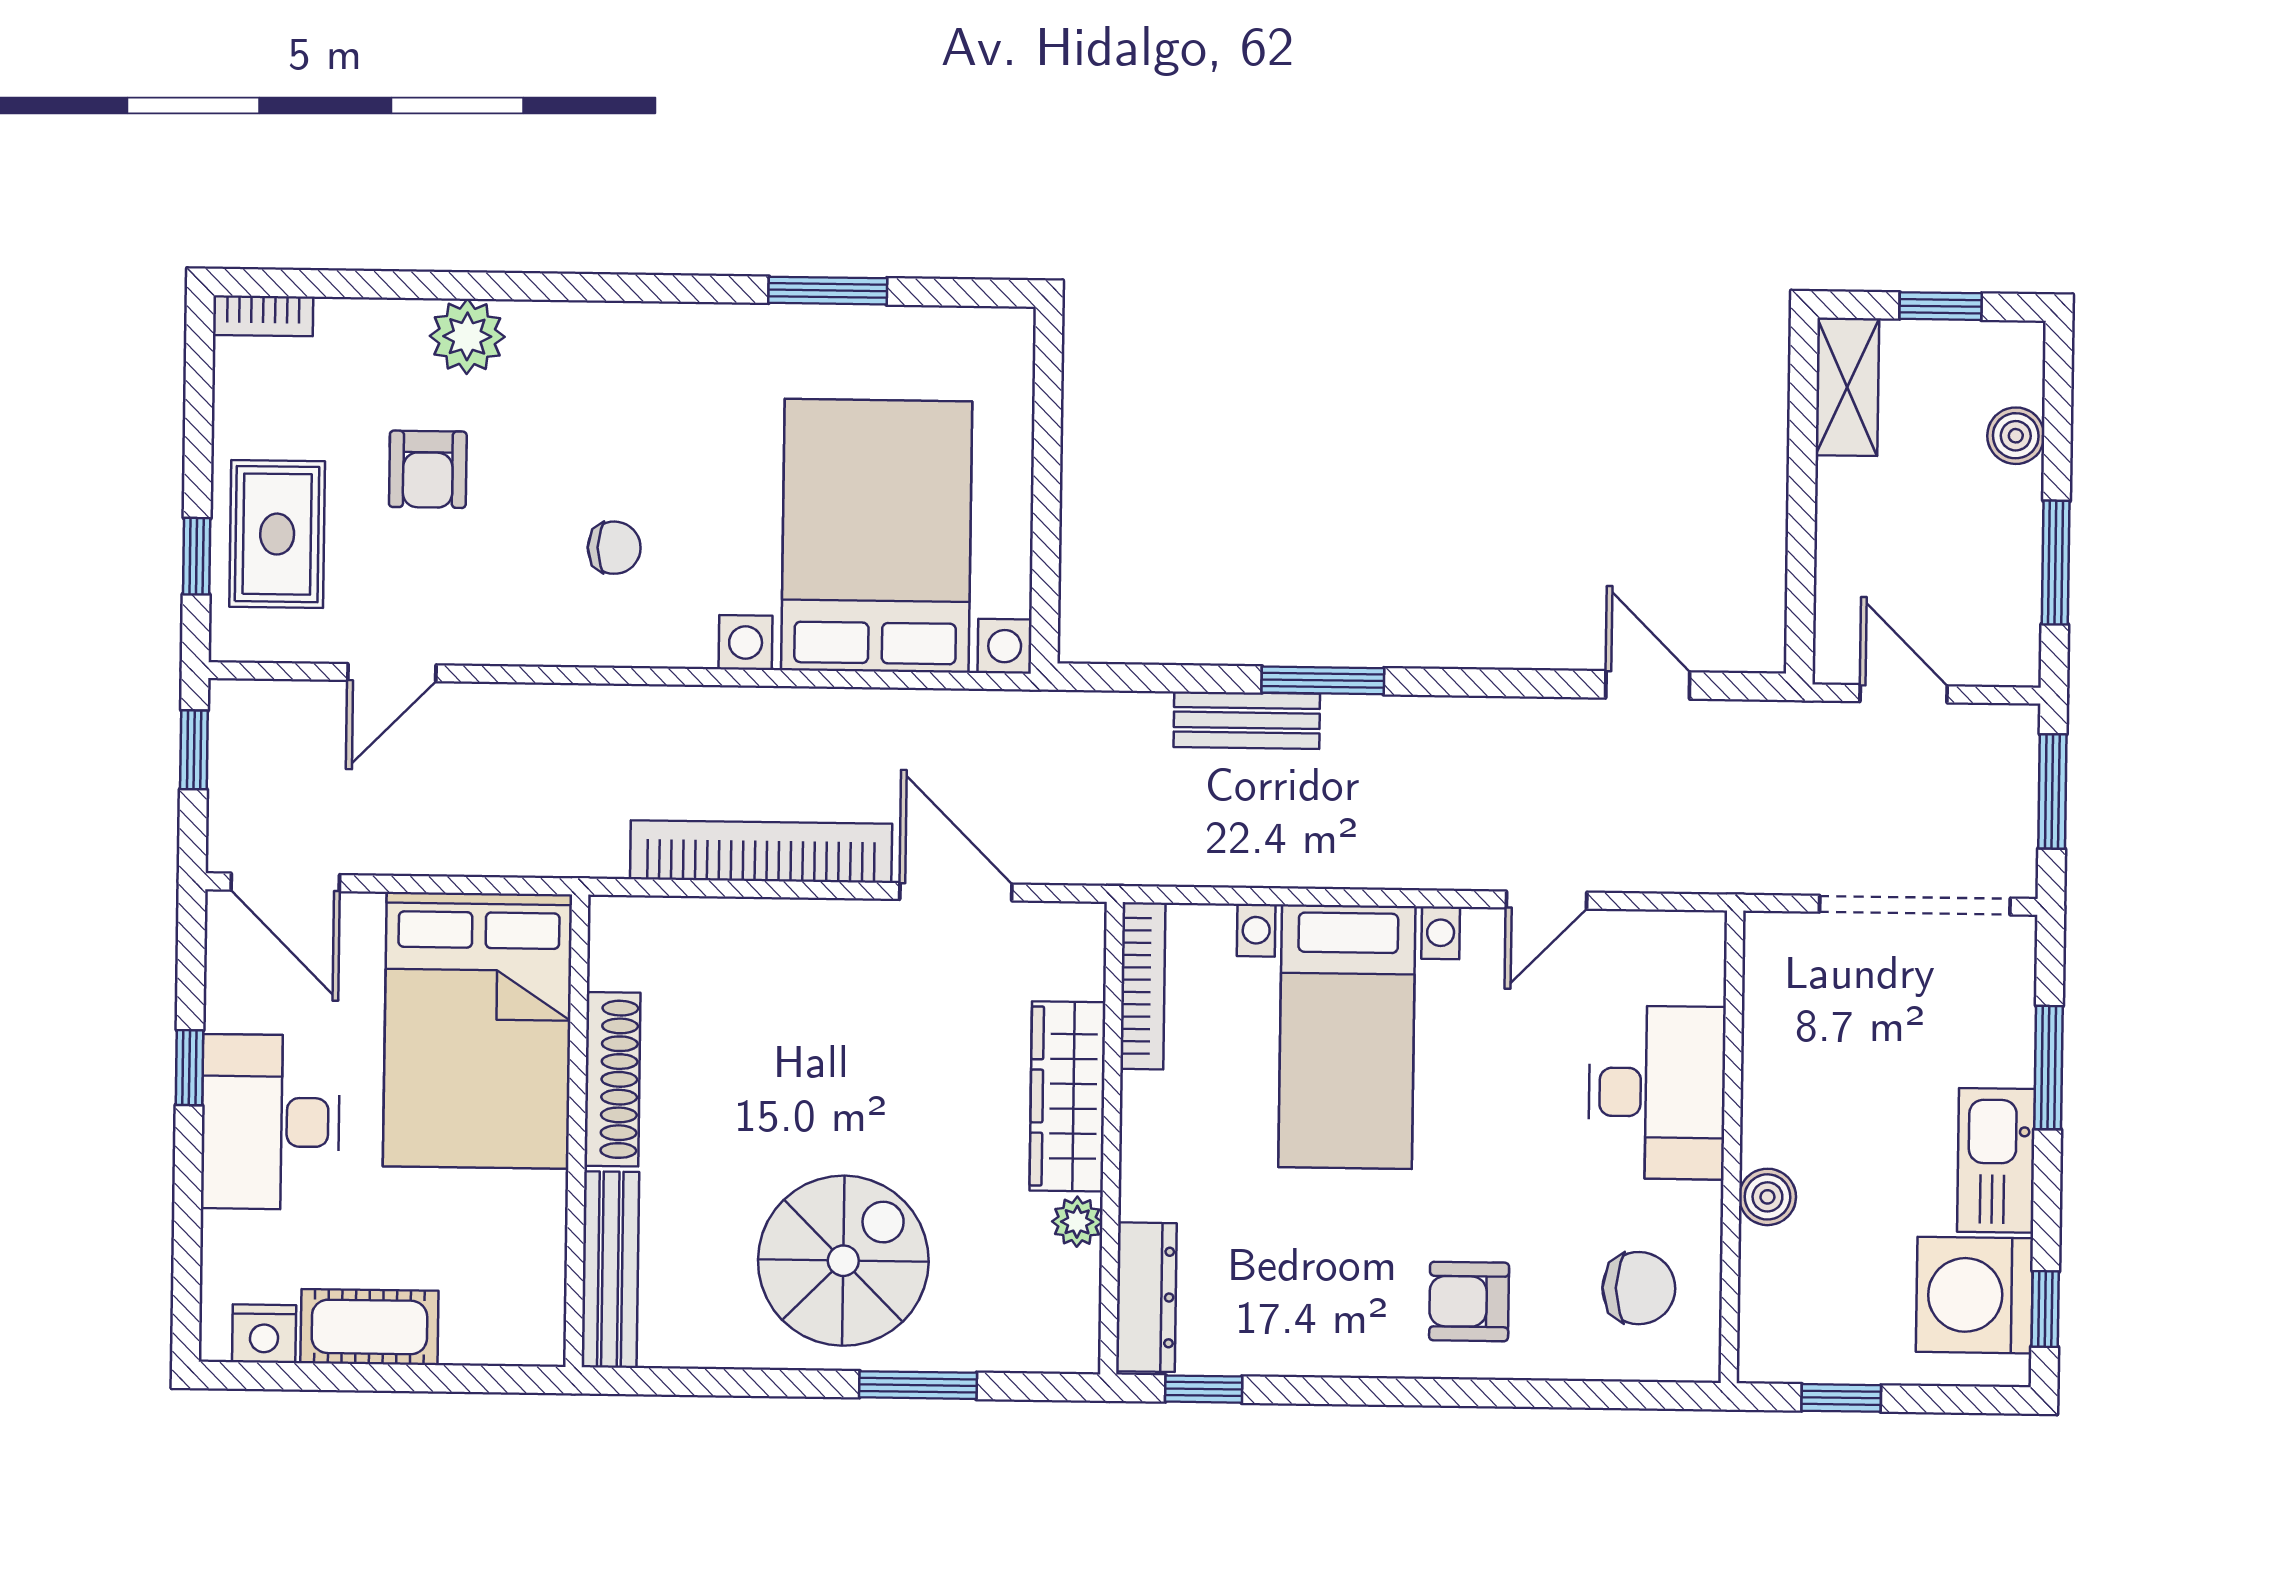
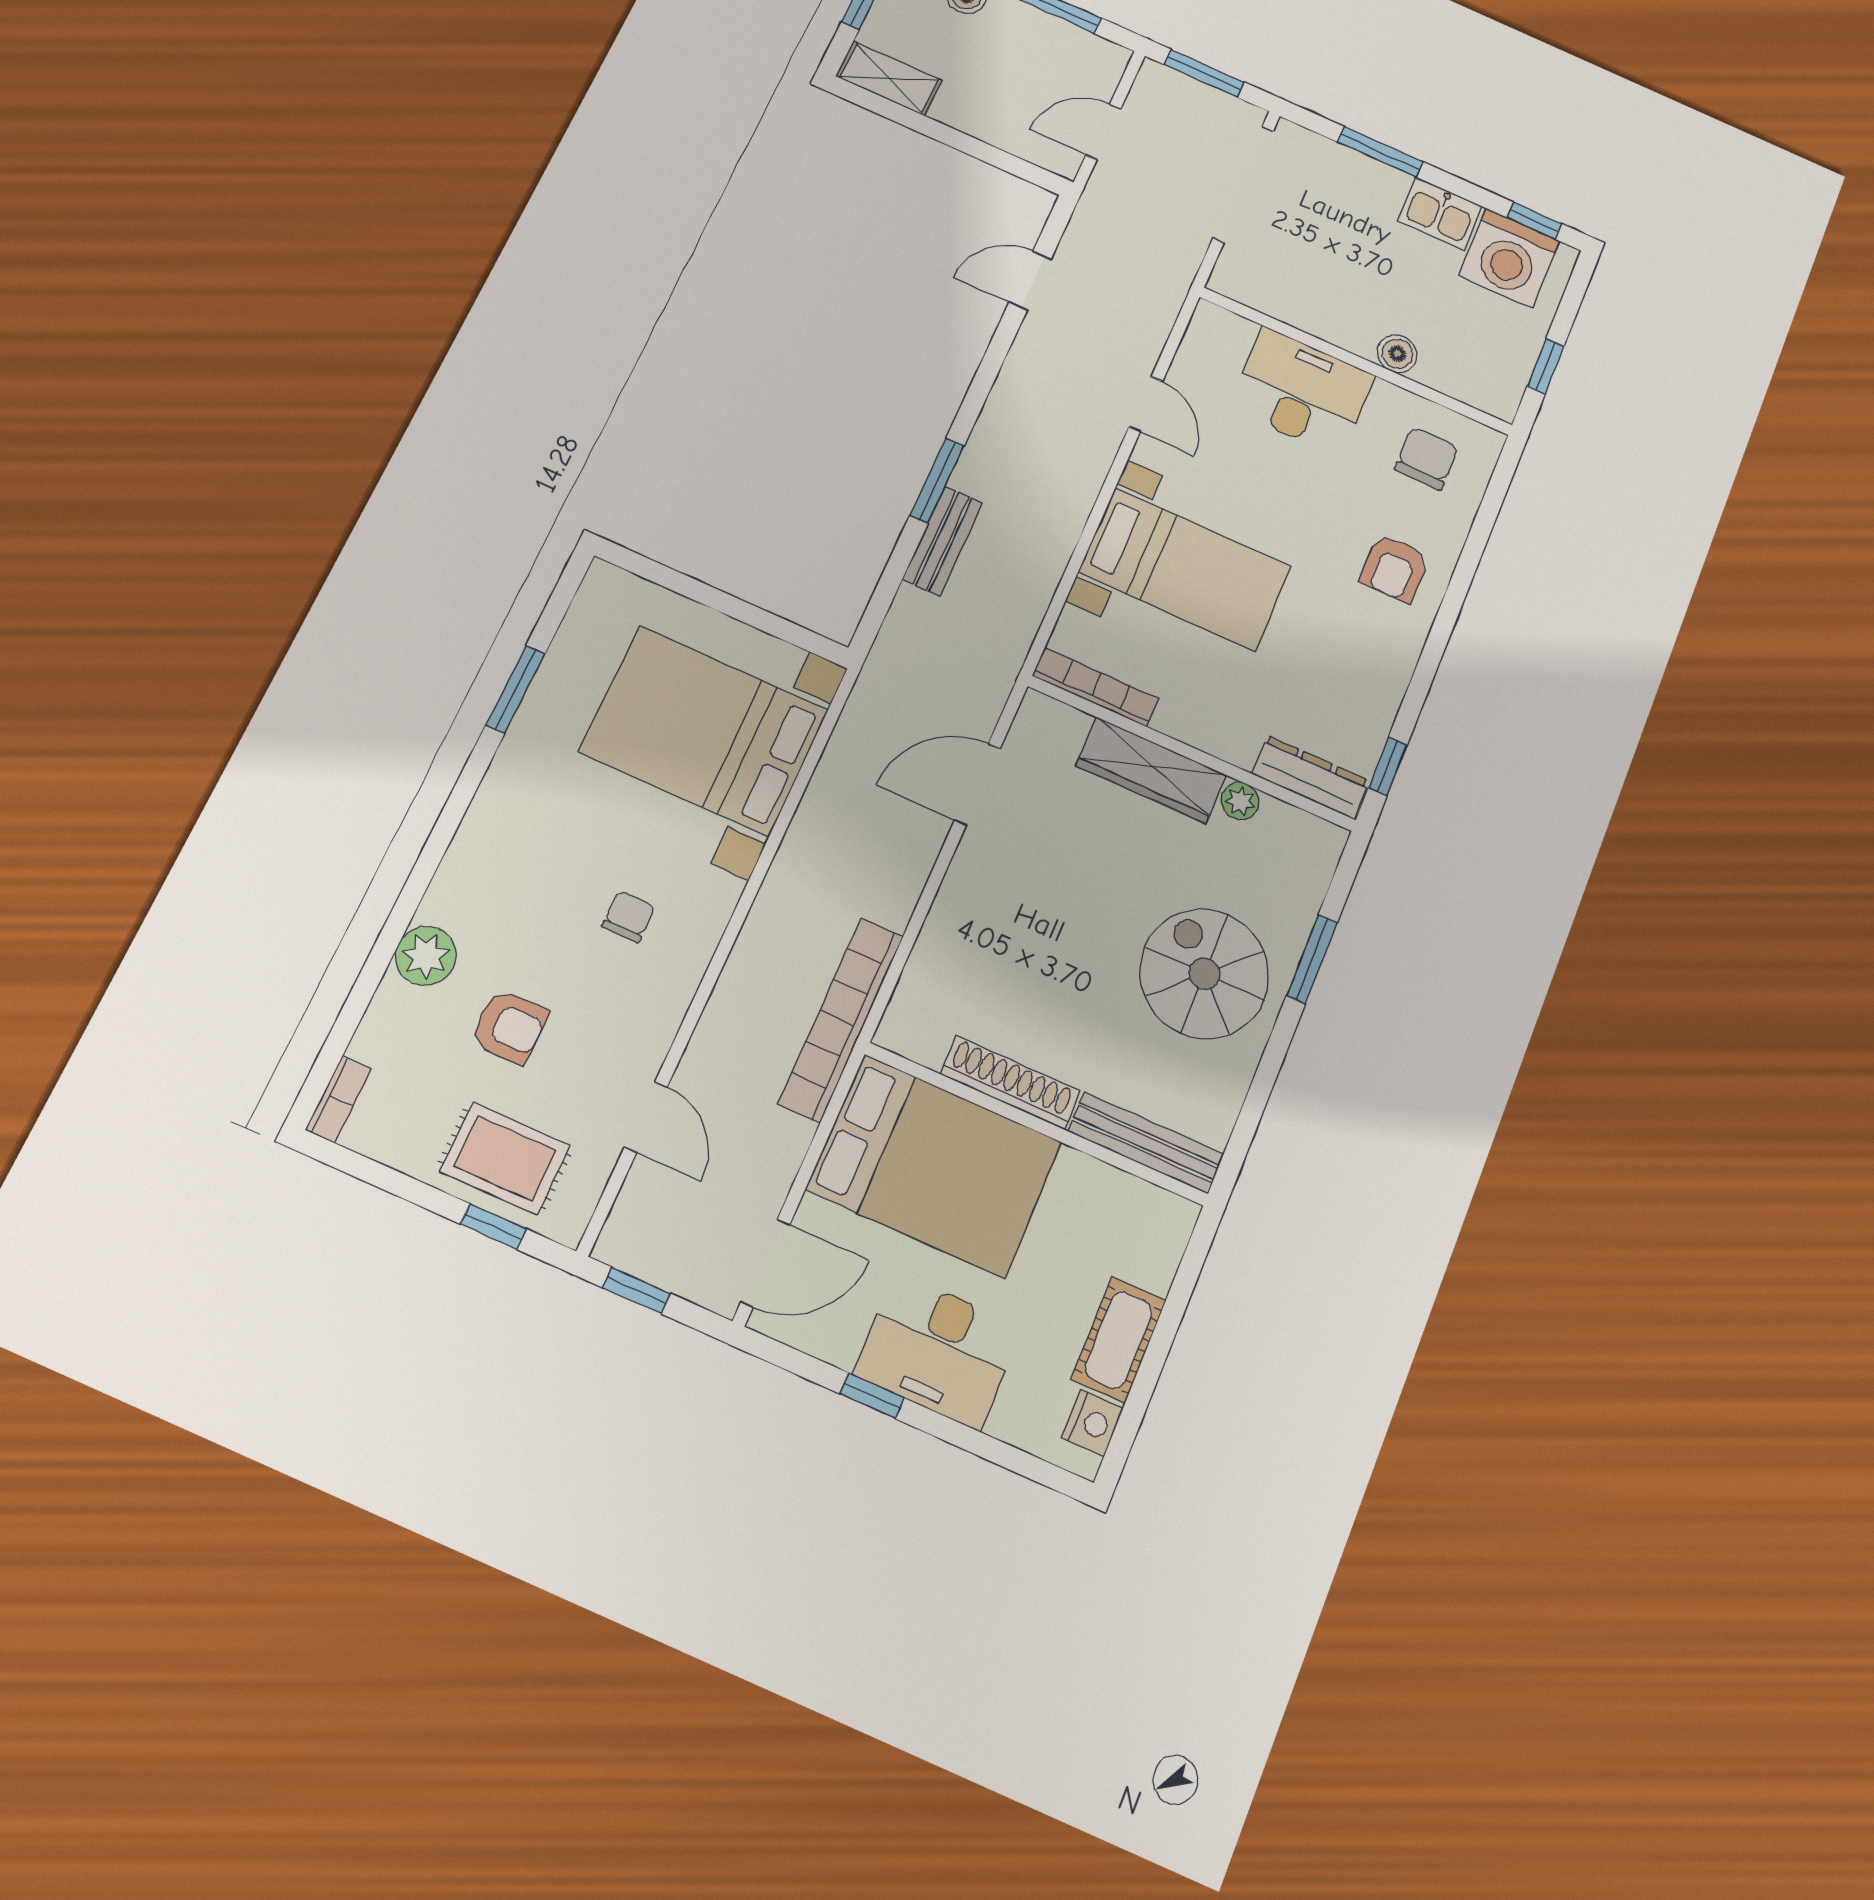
bookcase: (761, 851) -> (841, 1020), moved
kitchen sink: (1996, 1160) -> (1440, 214), width x0.73

